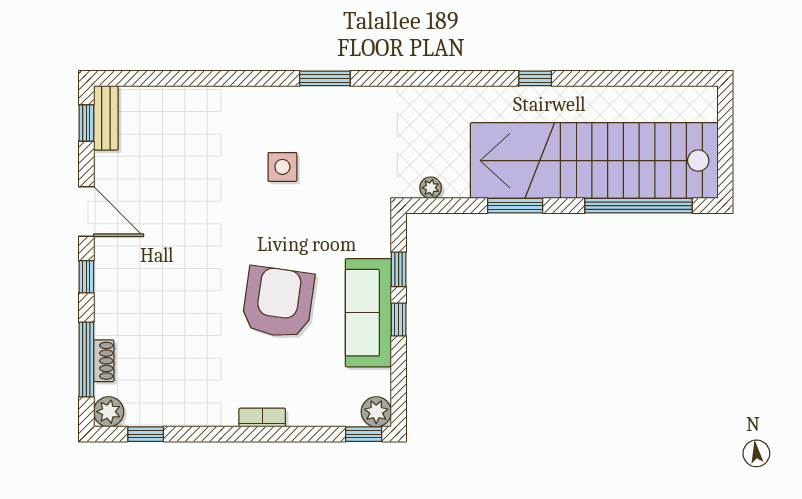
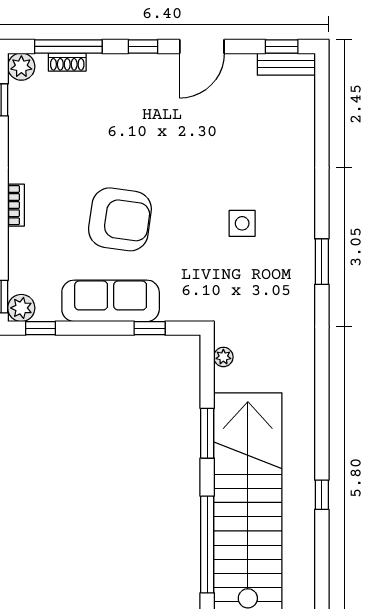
window: (535, 78) -> (322, 495), moved
window: (399, 319) -> (40, 328), moved

